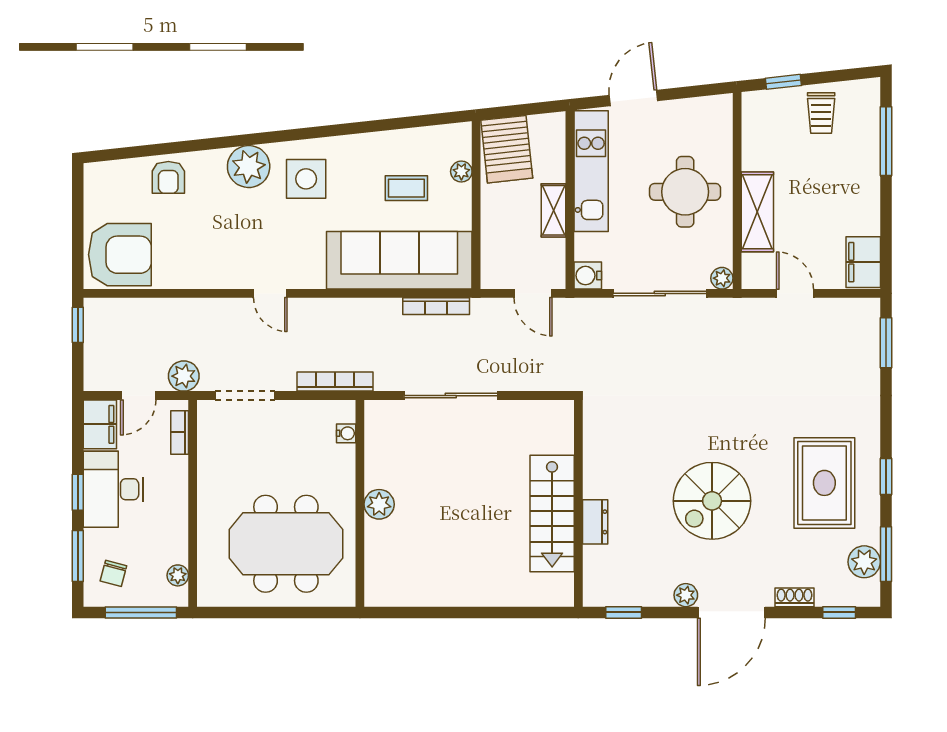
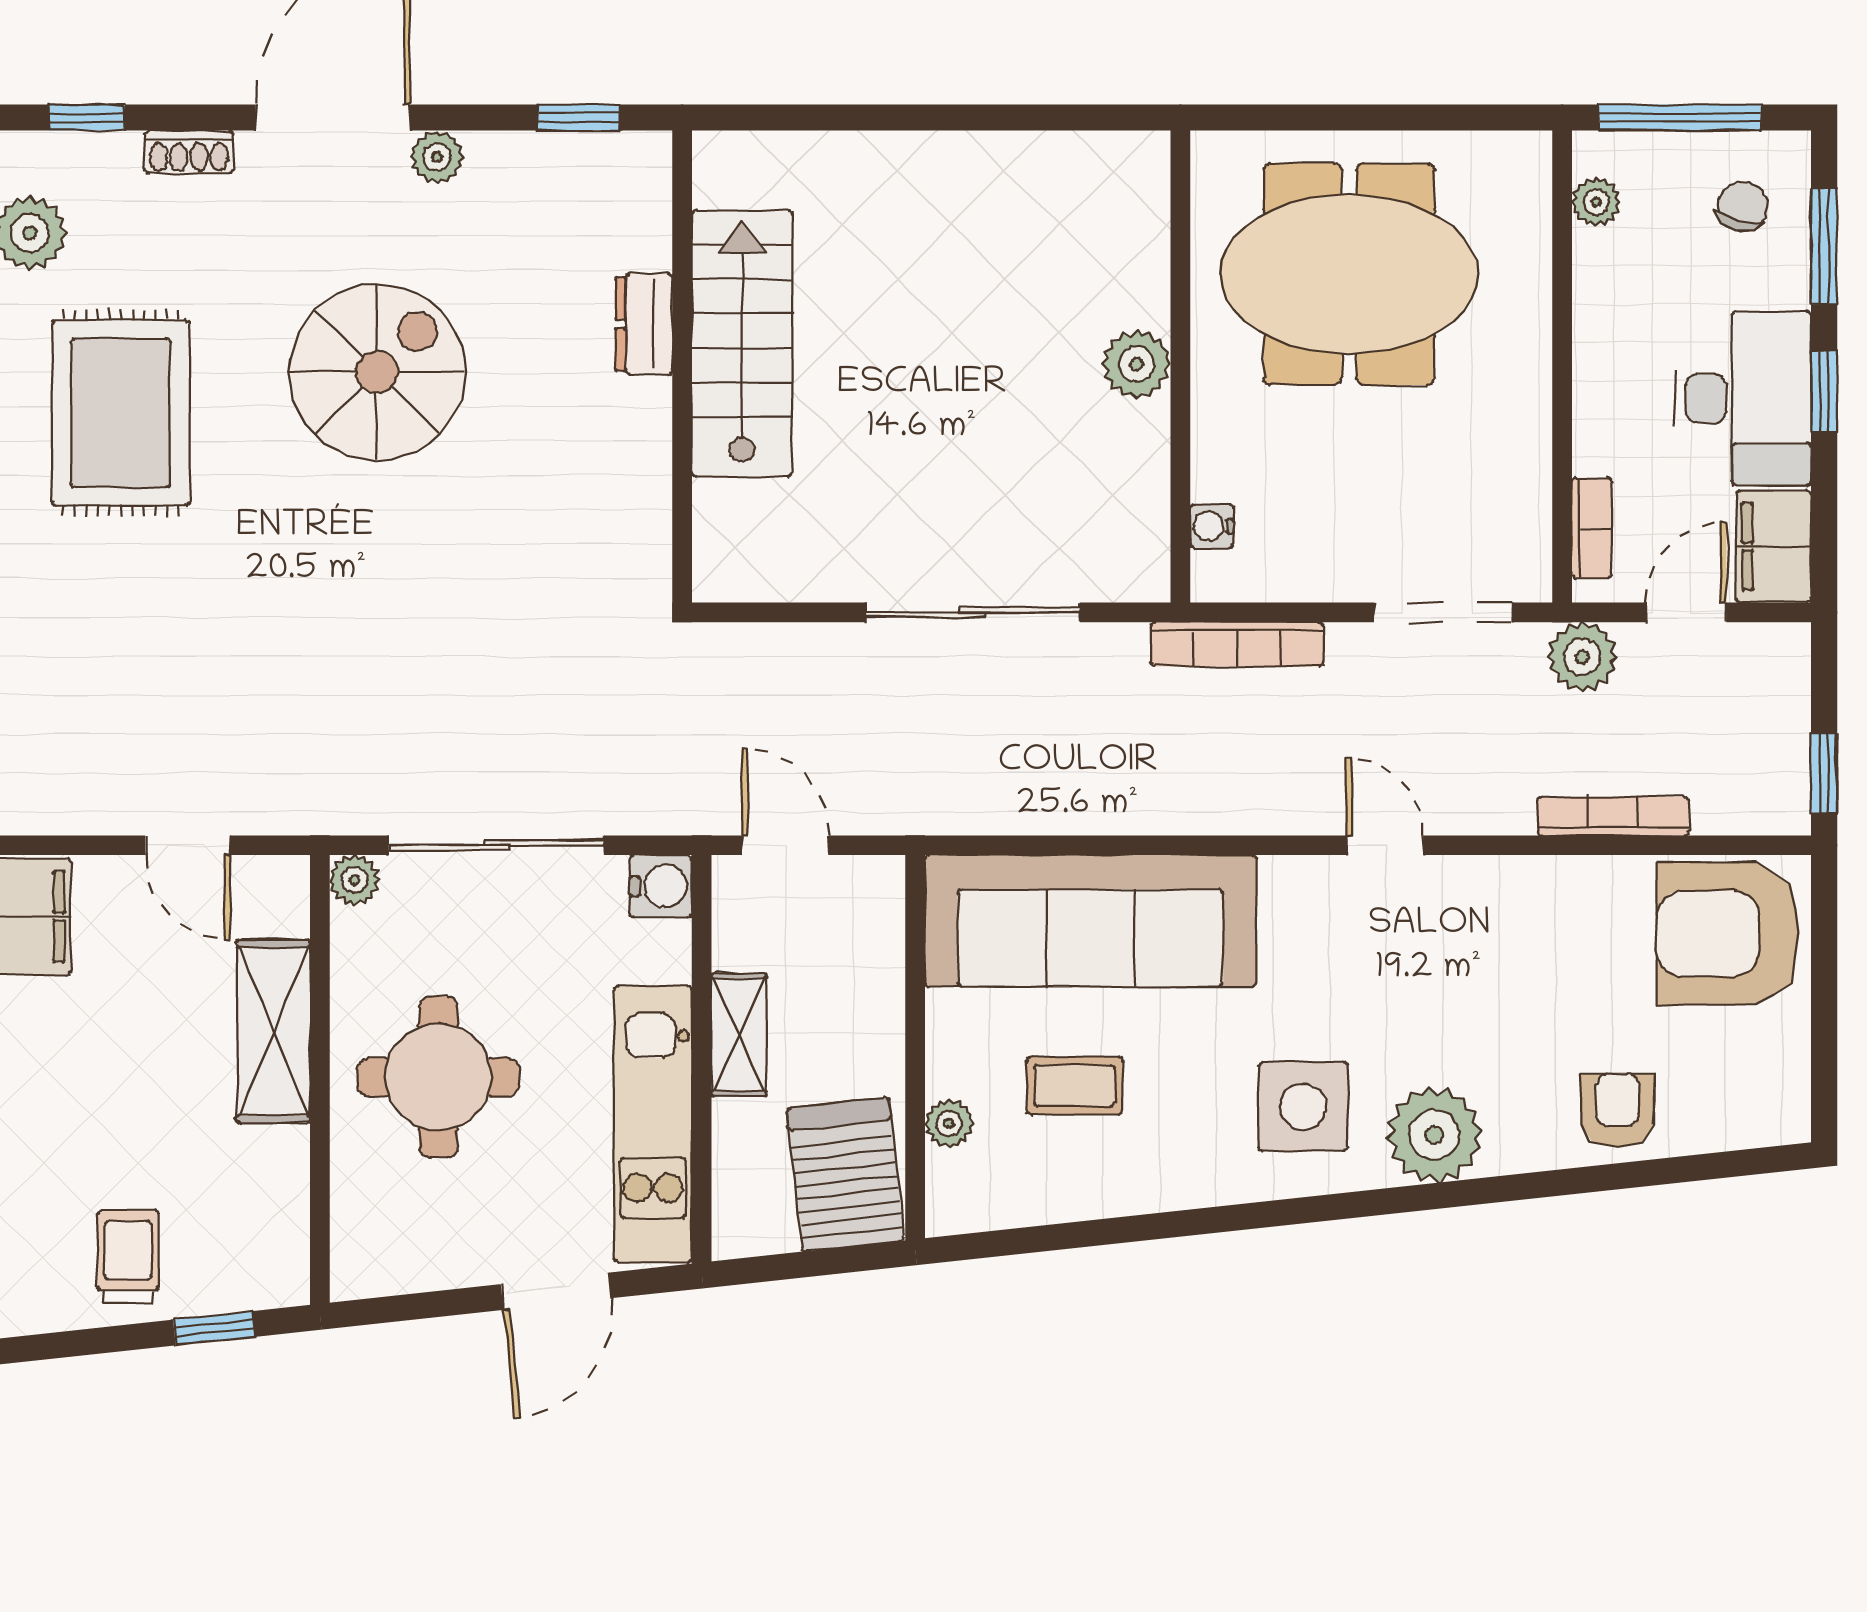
bookcase: (436, 306) -> (1613, 816), moved

